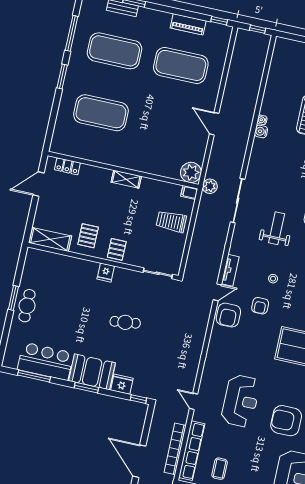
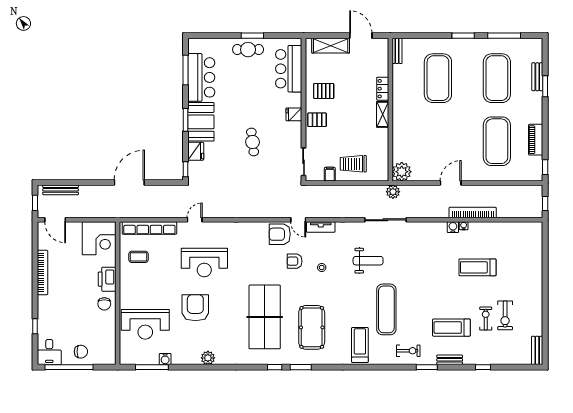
bench: (63, 149) -> (397, 51), added
locker: (67, 166) -> (383, 89), moved
filing cabinet: (189, 192) -> (330, 174), moved
trolley: (171, 222) -> (353, 164), turned -90
shelving: (50, 239) -> (331, 46), moved, turned 90
bar counter: (57, 267) -> (289, 69), added
bookcase: (175, 449) -> (473, 213), moved

